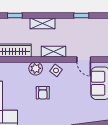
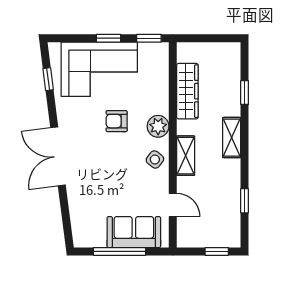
door: (84, 59) -> (173, 205), swing flipped
armchair: (43, 93) -> (117, 121), moved

